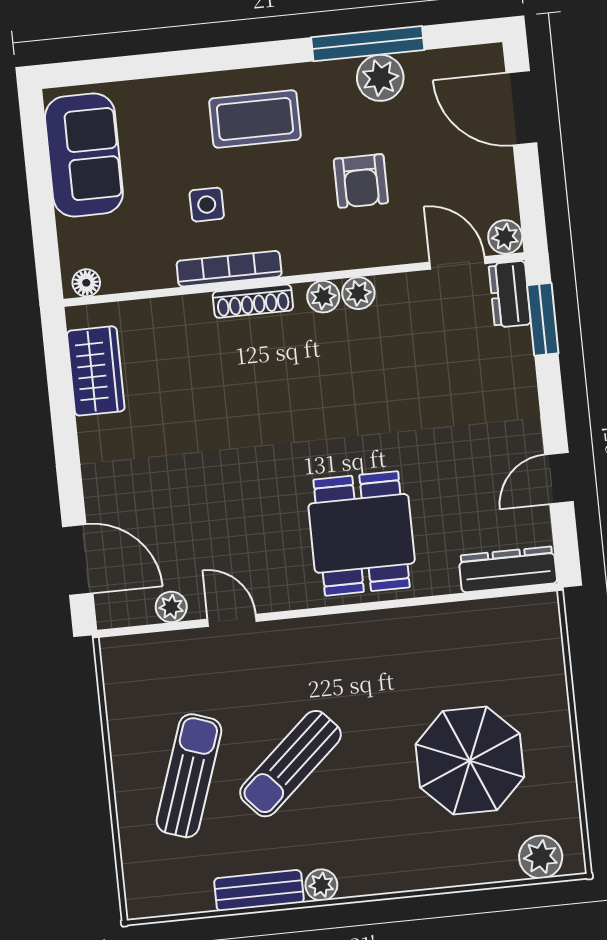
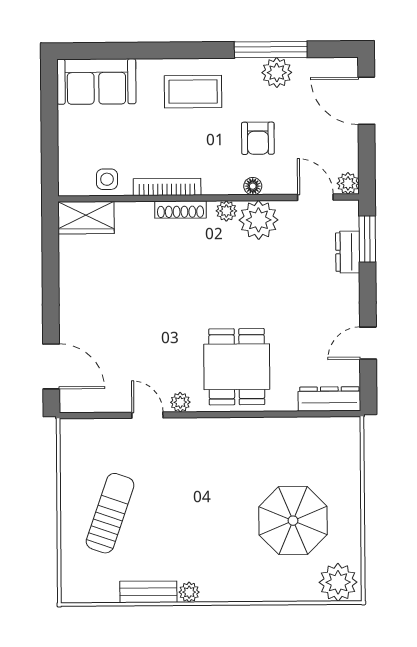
sofa: (84, 155) -> (96, 81), moved, turned 90
side table: (207, 205) -> (107, 179), moved
floor lamp: (86, 283) -> (253, 186), moved
plant: (358, 293) -> (259, 220), width x1.88, depth x1.88
dresser: (510, 294) -> (348, 252), moved
wardrobe: (96, 371) -> (86, 218), moved, turned 90
plant: (171, 607) -> (180, 402), moved
sun lounger: (290, 764) -> (177, 512), removed
plant: (541, 857) -> (338, 582), width x1.36, depth x1.36

